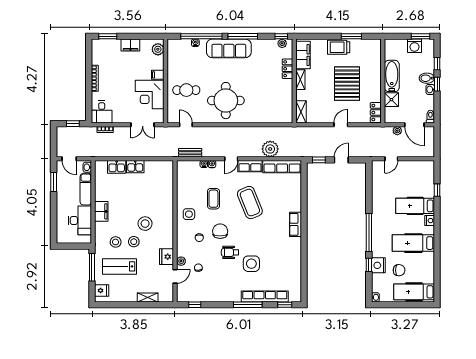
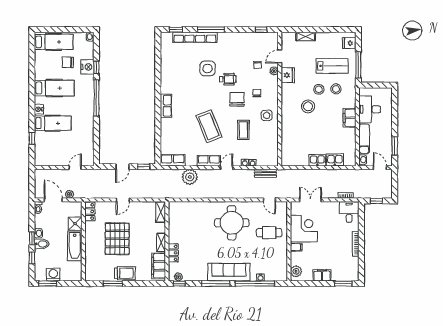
row of seats: (282, 167) -> (173, 160), width x0.68
chair: (220, 231) -> (237, 99), turned 180

